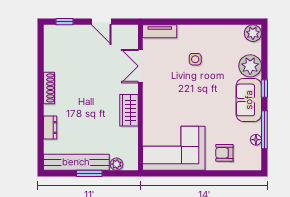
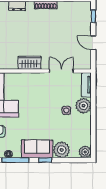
door: (101, 22) -> (93, 43), hinge flipped
plant: (189, 35) -> (83, 106), added

